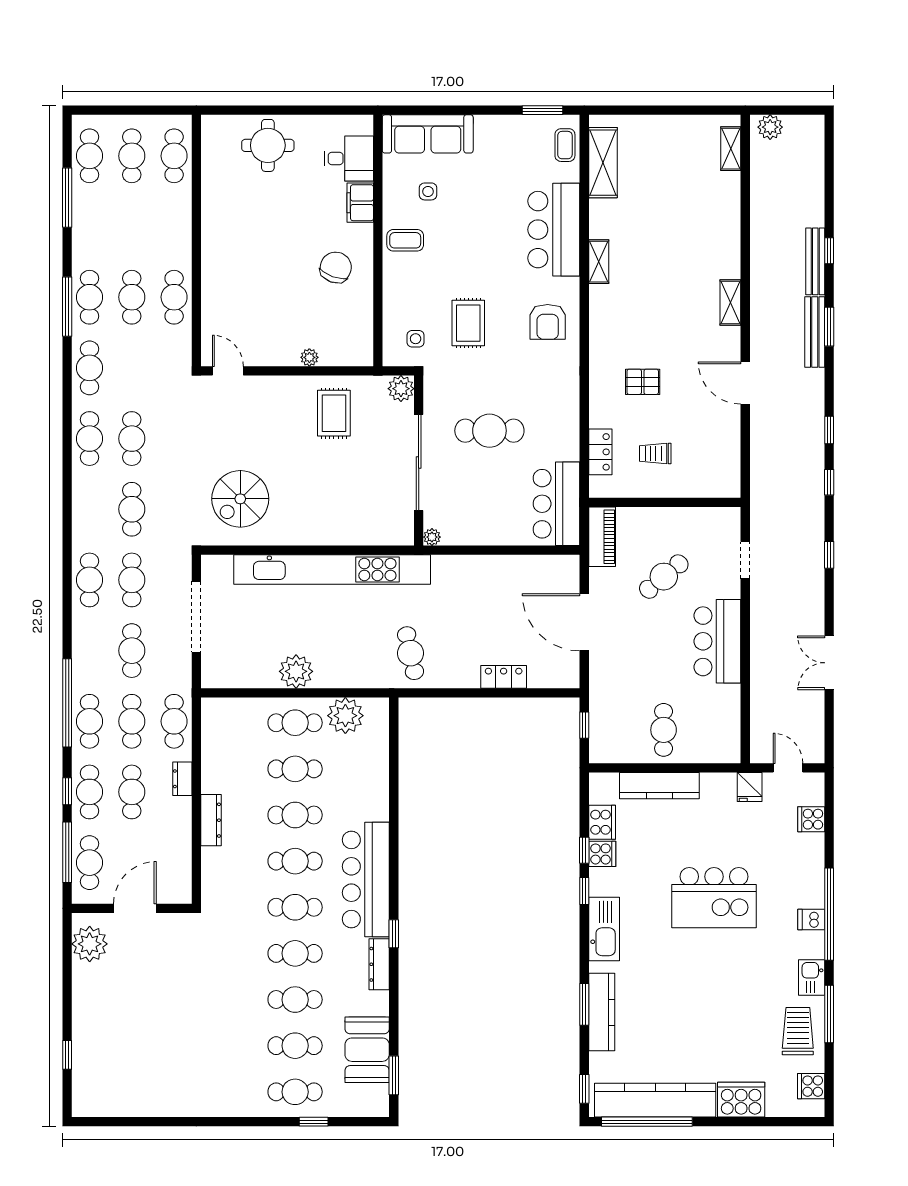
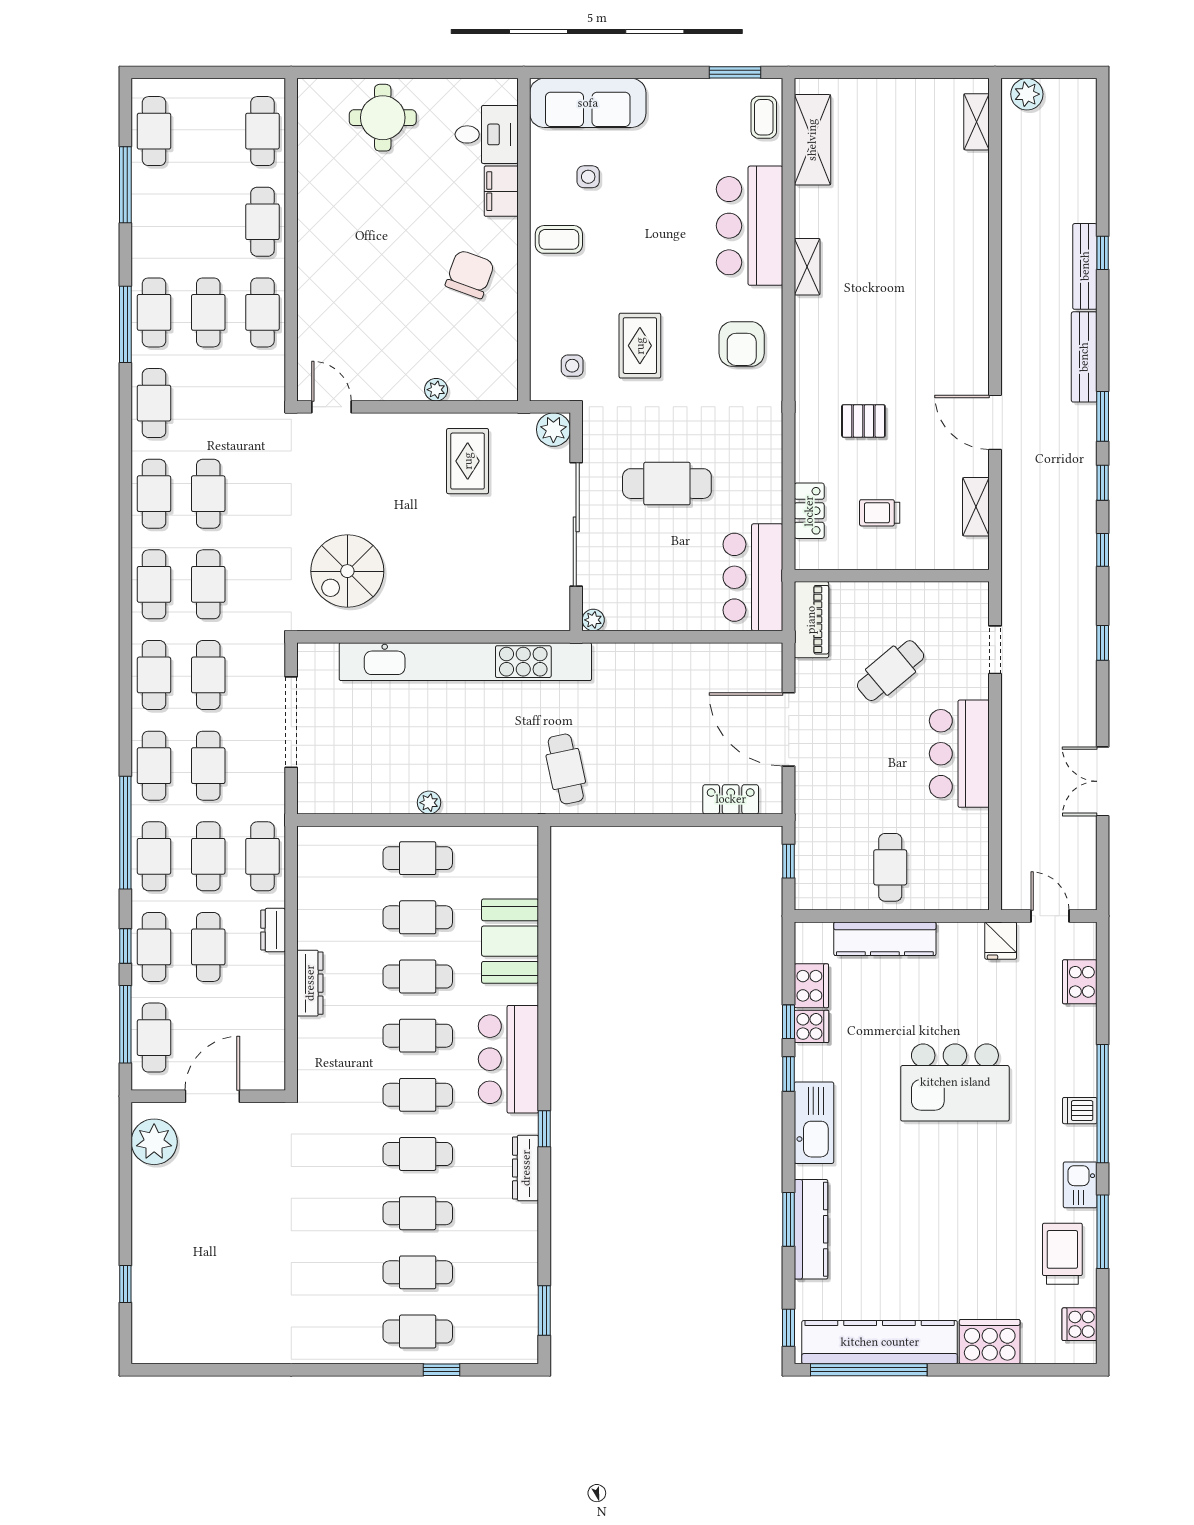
cafe table: (132, 156) -> (262, 222), moved
shelving: (730, 302) -> (976, 507), moved
window: (829, 327) -> (1103, 416), moved
cafe table: (89, 509) -> (154, 584), added
cafe table: (89, 651) -> (154, 766), added
plant: (296, 671) -> (429, 803), width x0.53, depth x0.53
locker: (504, 677) -> (731, 799), moved
plant: (345, 716) -> (482, 849), removed
cooker: (811, 819) -> (1080, 982), width x1.36
bar counter: (366, 879) -> (508, 1059), width x0.73
booth: (367, 1050) -> (510, 941), moved

